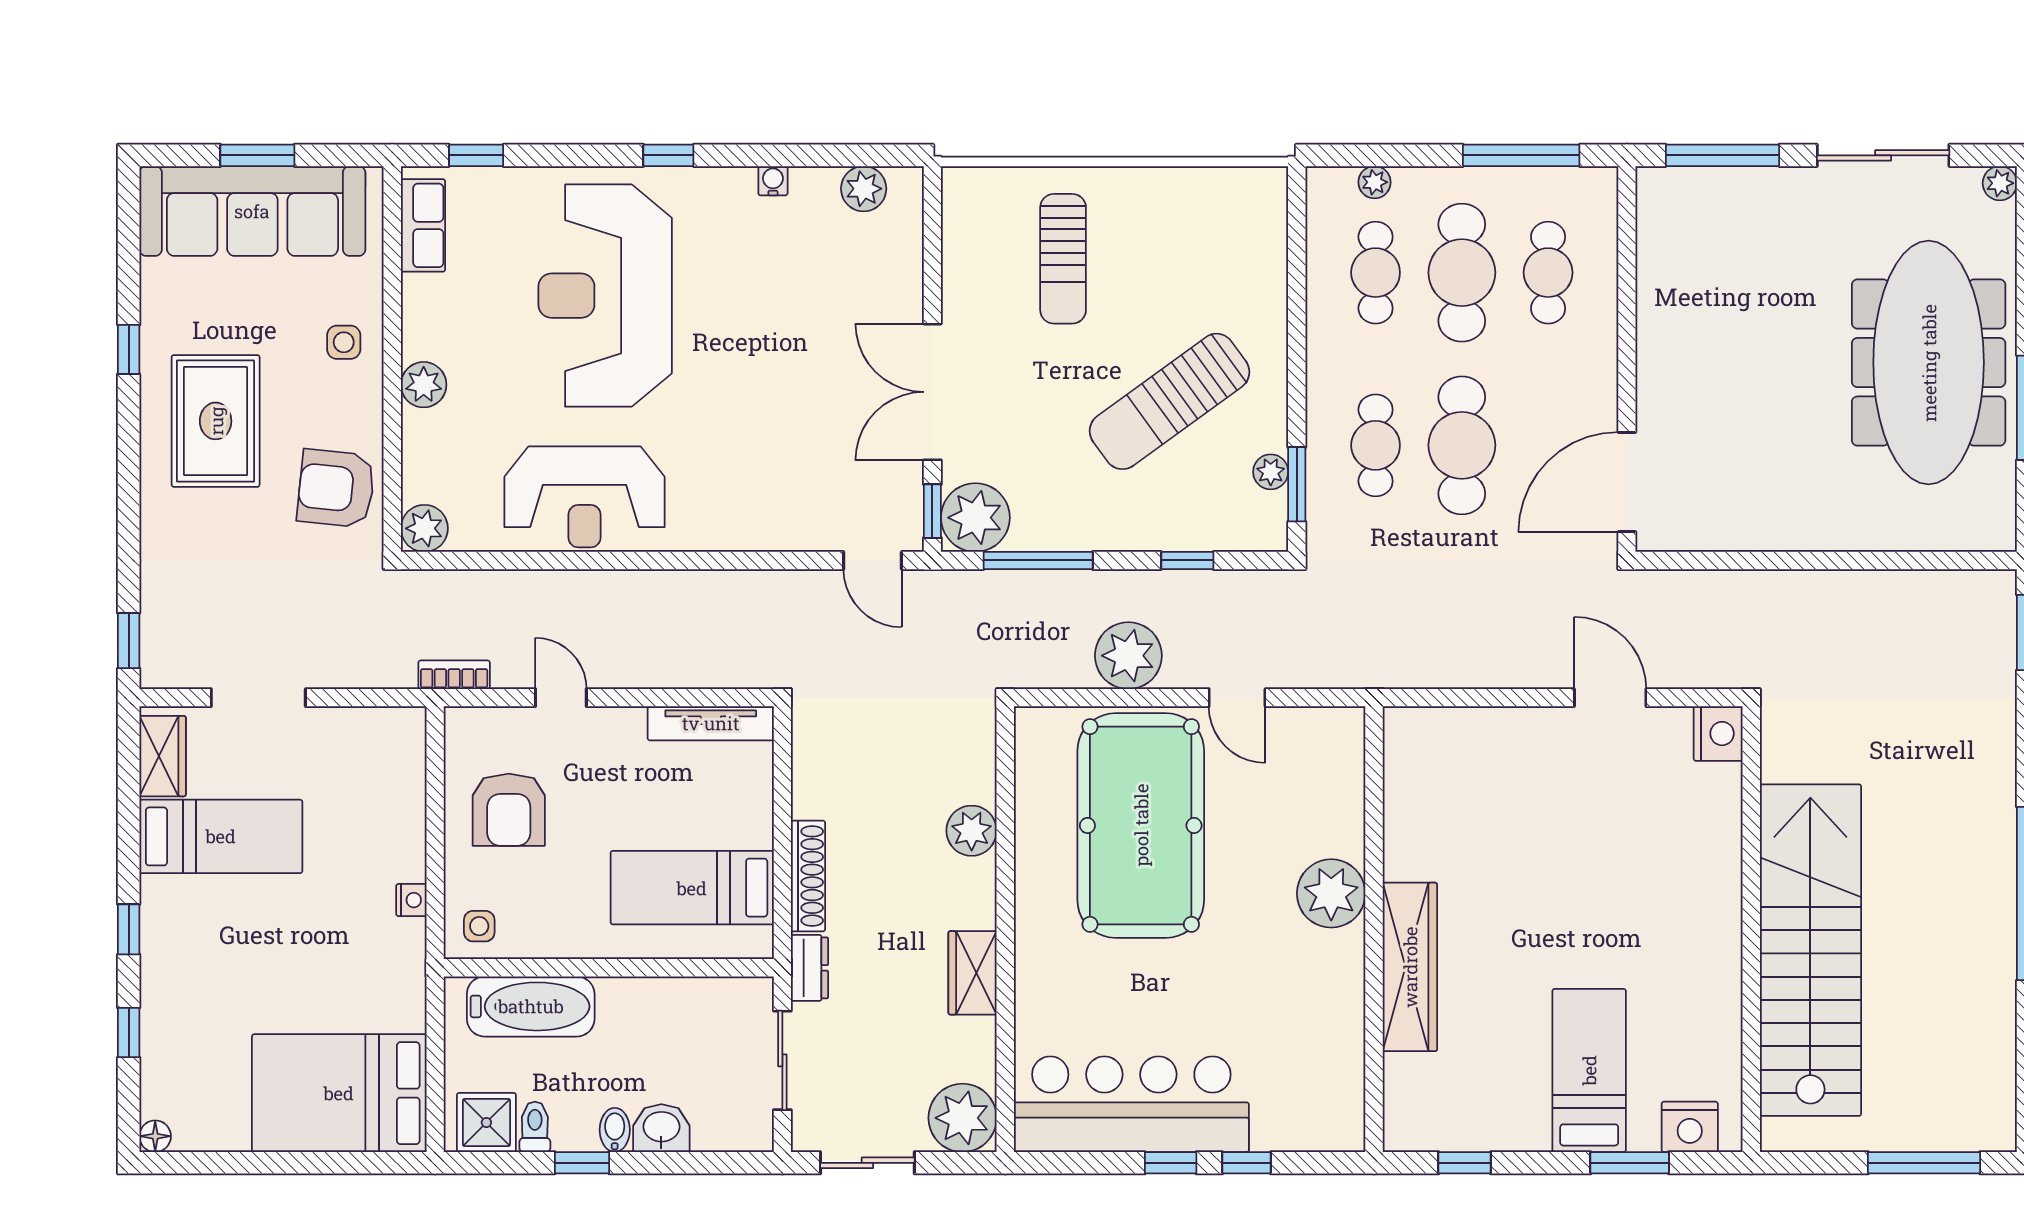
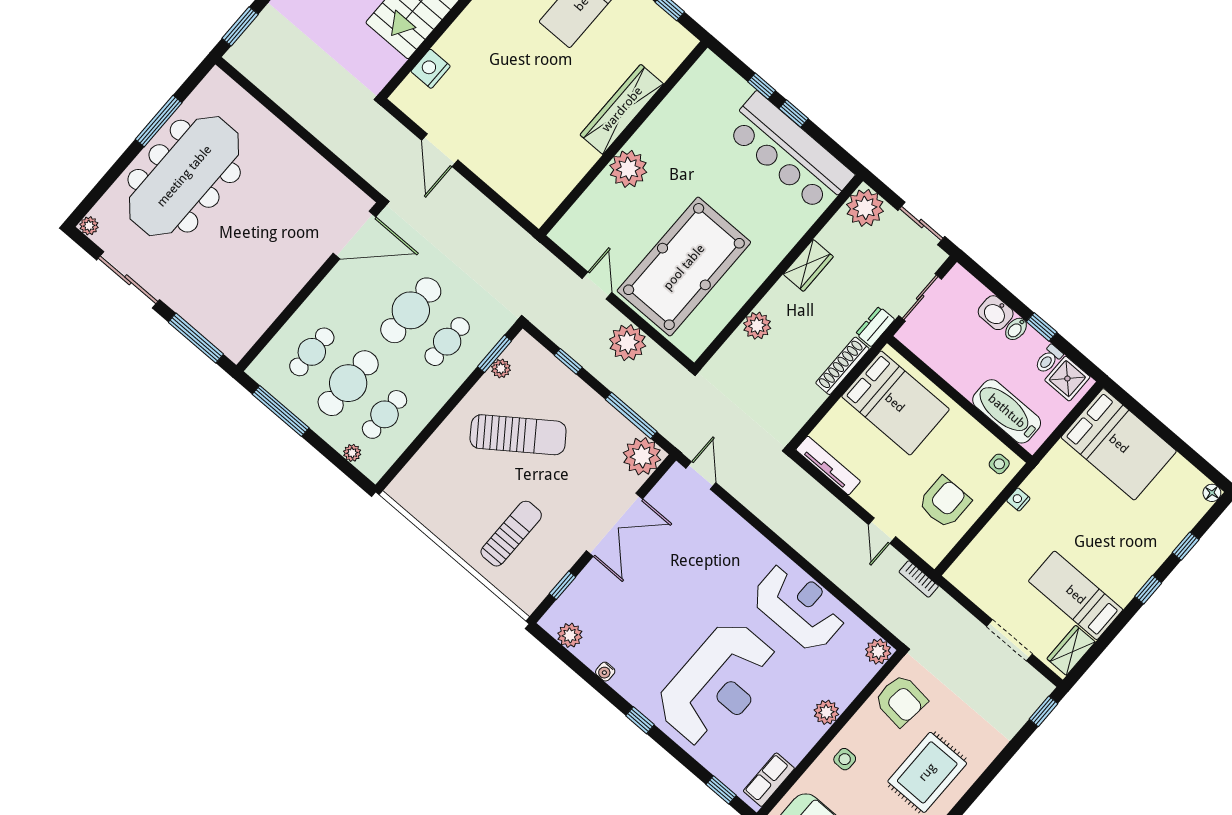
window: (932, 511) -> (563, 585), moved
nightstand: (1718, 734) -> (431, 69), moved
bed: (692, 888) -> (895, 403), width x1.50

